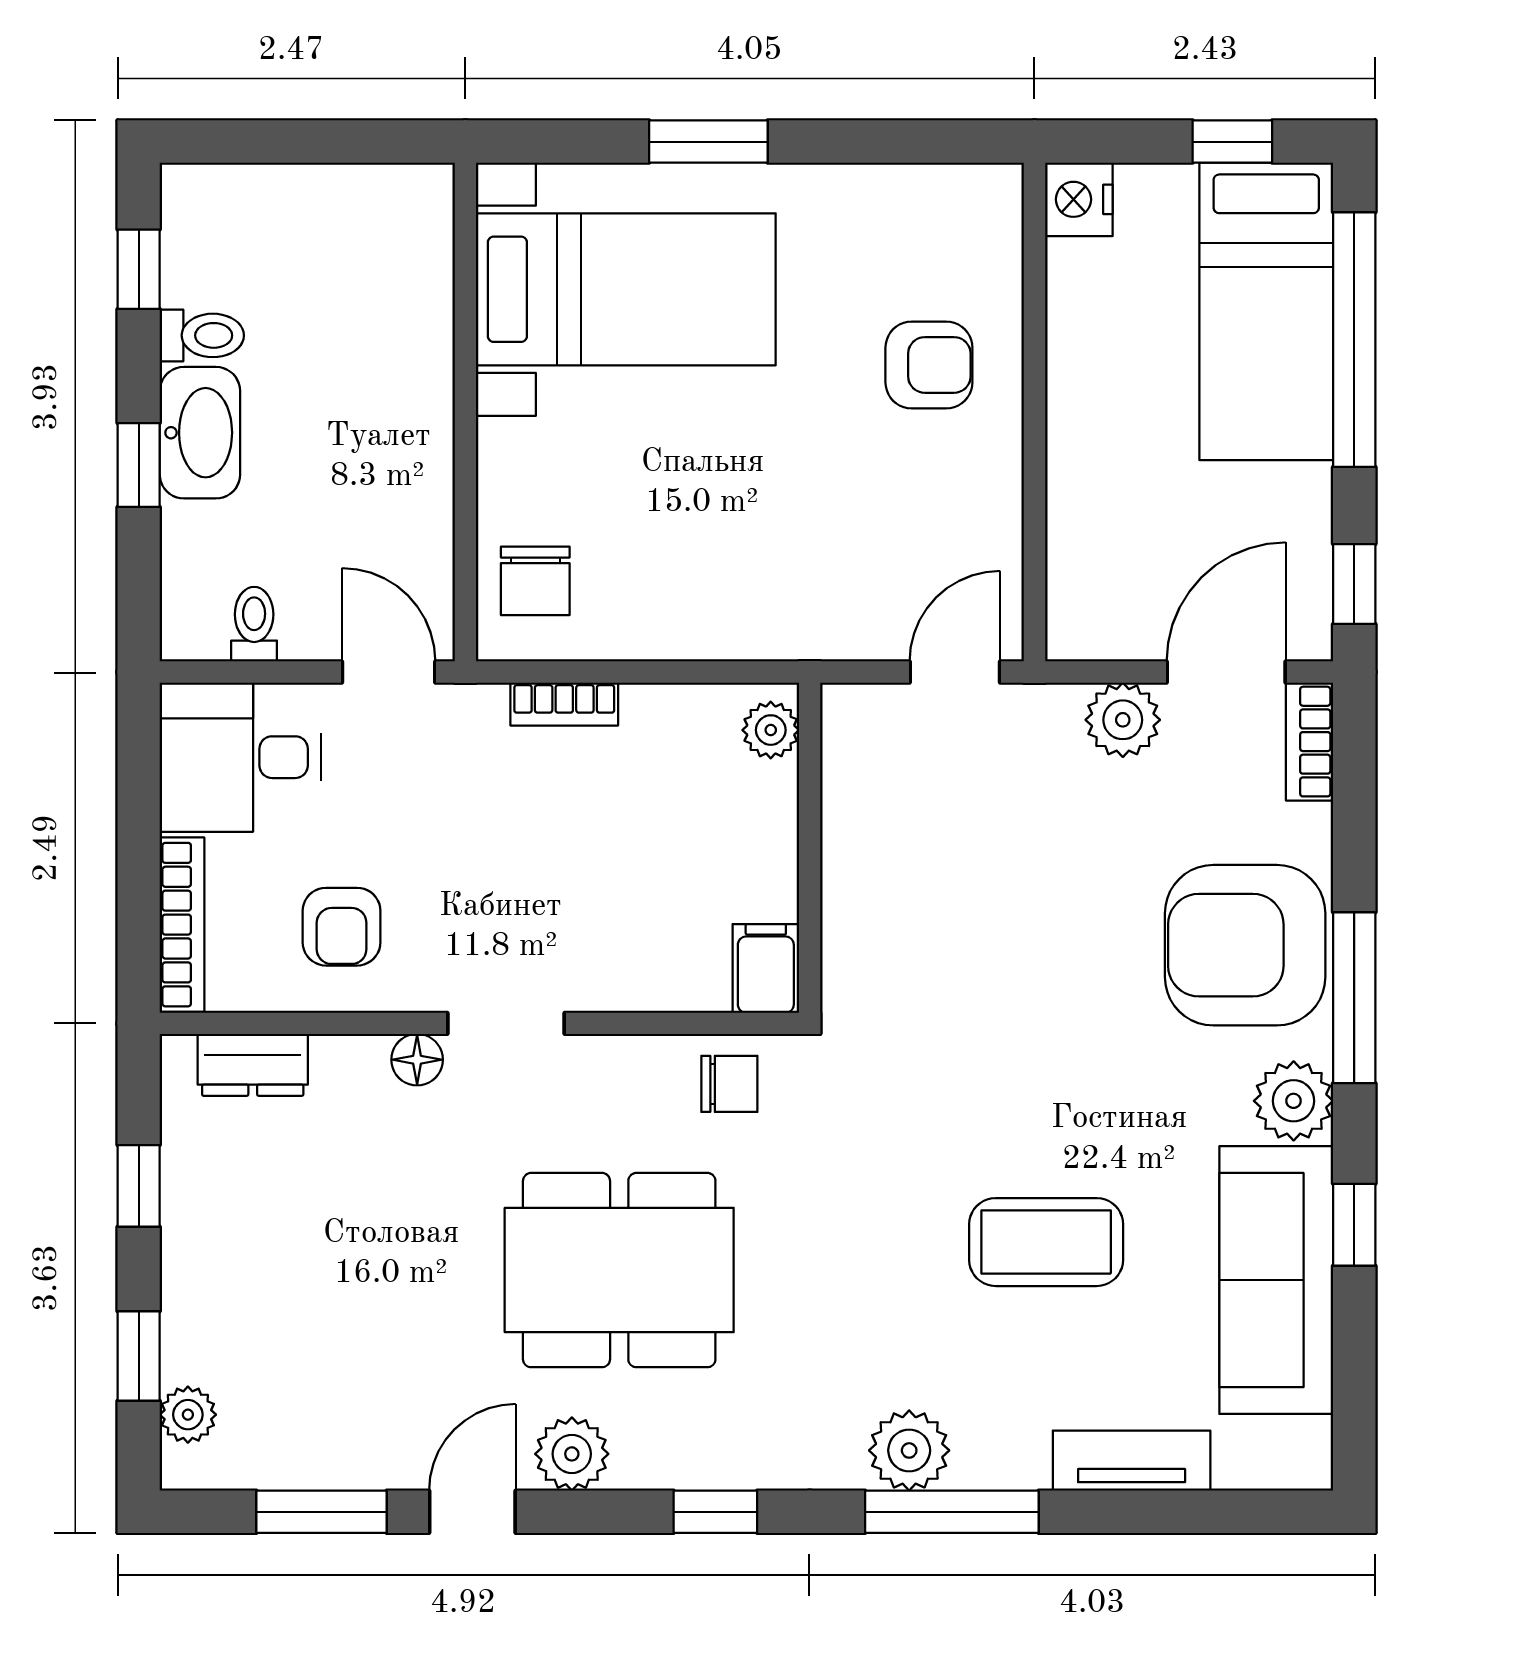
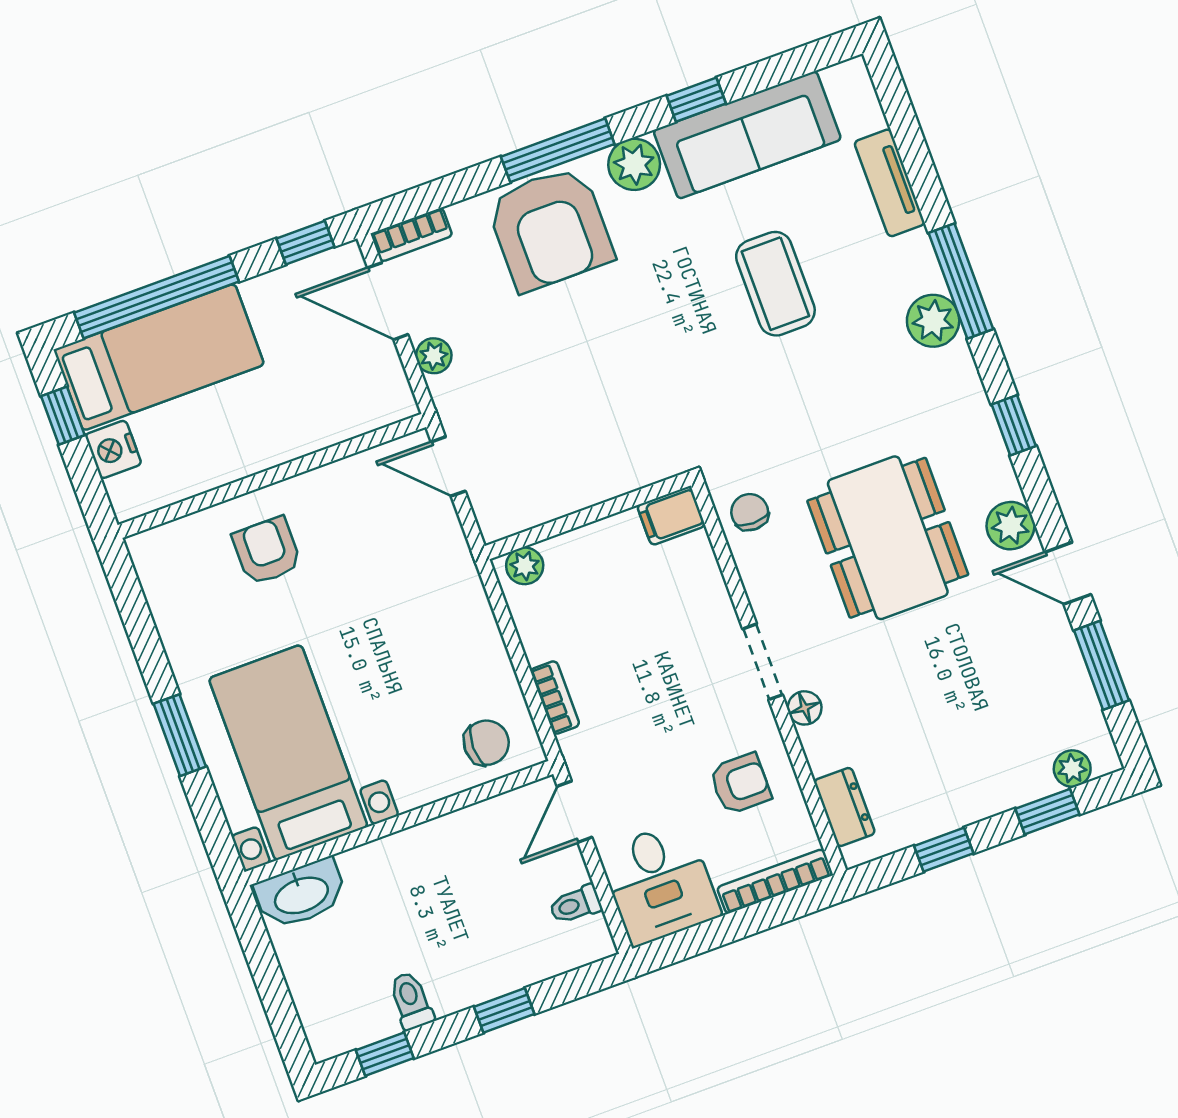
nightstand: (1079, 199) -> (113, 449), moved, turned 90
washbasin: (200, 433) -> (301, 894), moved, turned 180
plant: (1123, 720) -> (434, 356), width x0.73, depth x0.73

